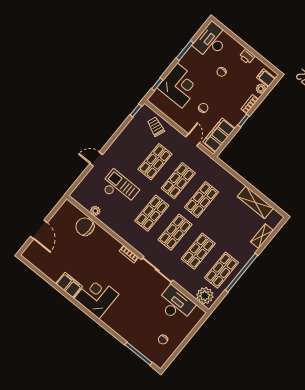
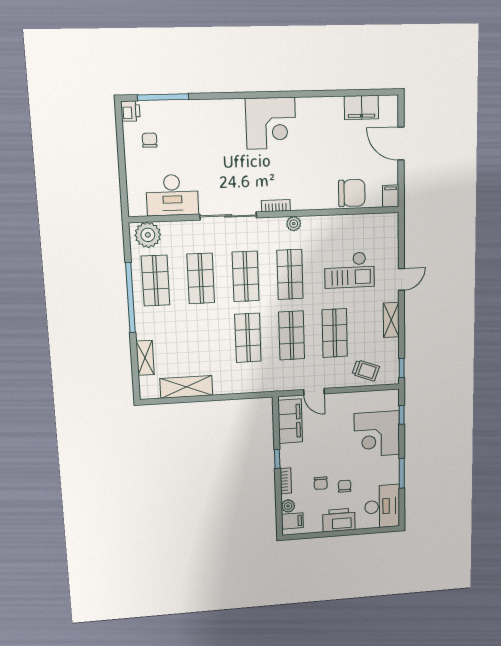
printer: (247, 56) -> (339, 520), width x1.87, depth x1.48
chair: (203, 108) -> (321, 483), moved
shelving: (120, 142) -> (391, 320), added
filing cabinet: (66, 208) -> (391, 196), added
plant: (95, 211) -> (294, 224), moved
filing cabinet: (69, 285) -> (361, 107), moved
printer: (160, 361) -> (130, 111), added

